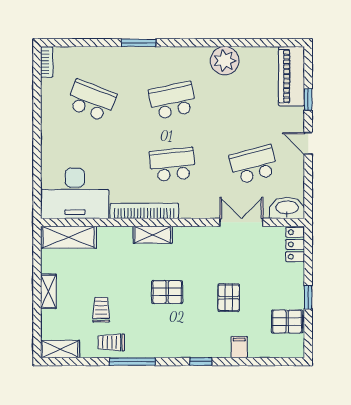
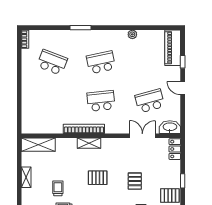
plant: (225, 61) -> (132, 34), width x0.53, depth x0.53
desk: (75, 193) -> (42, 118), removed

